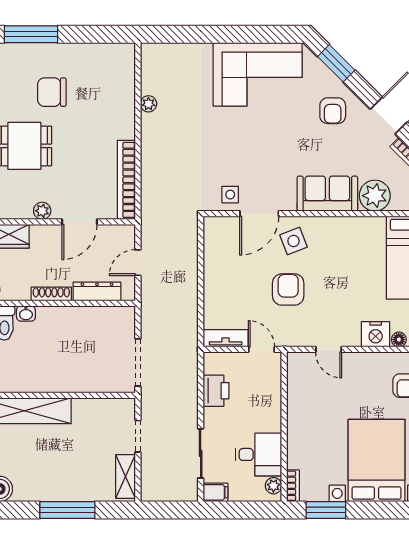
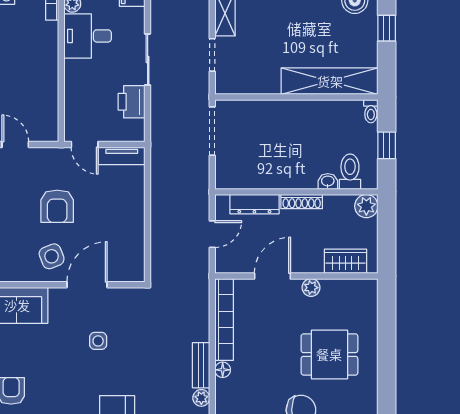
floor lamp: (128, 131) -> (223, 370), added
bench: (149, 136) -> (201, 365), added
side table: (230, 195) -> (98, 341), moved
sliding door: (201, 453) -> (148, 59), moved

